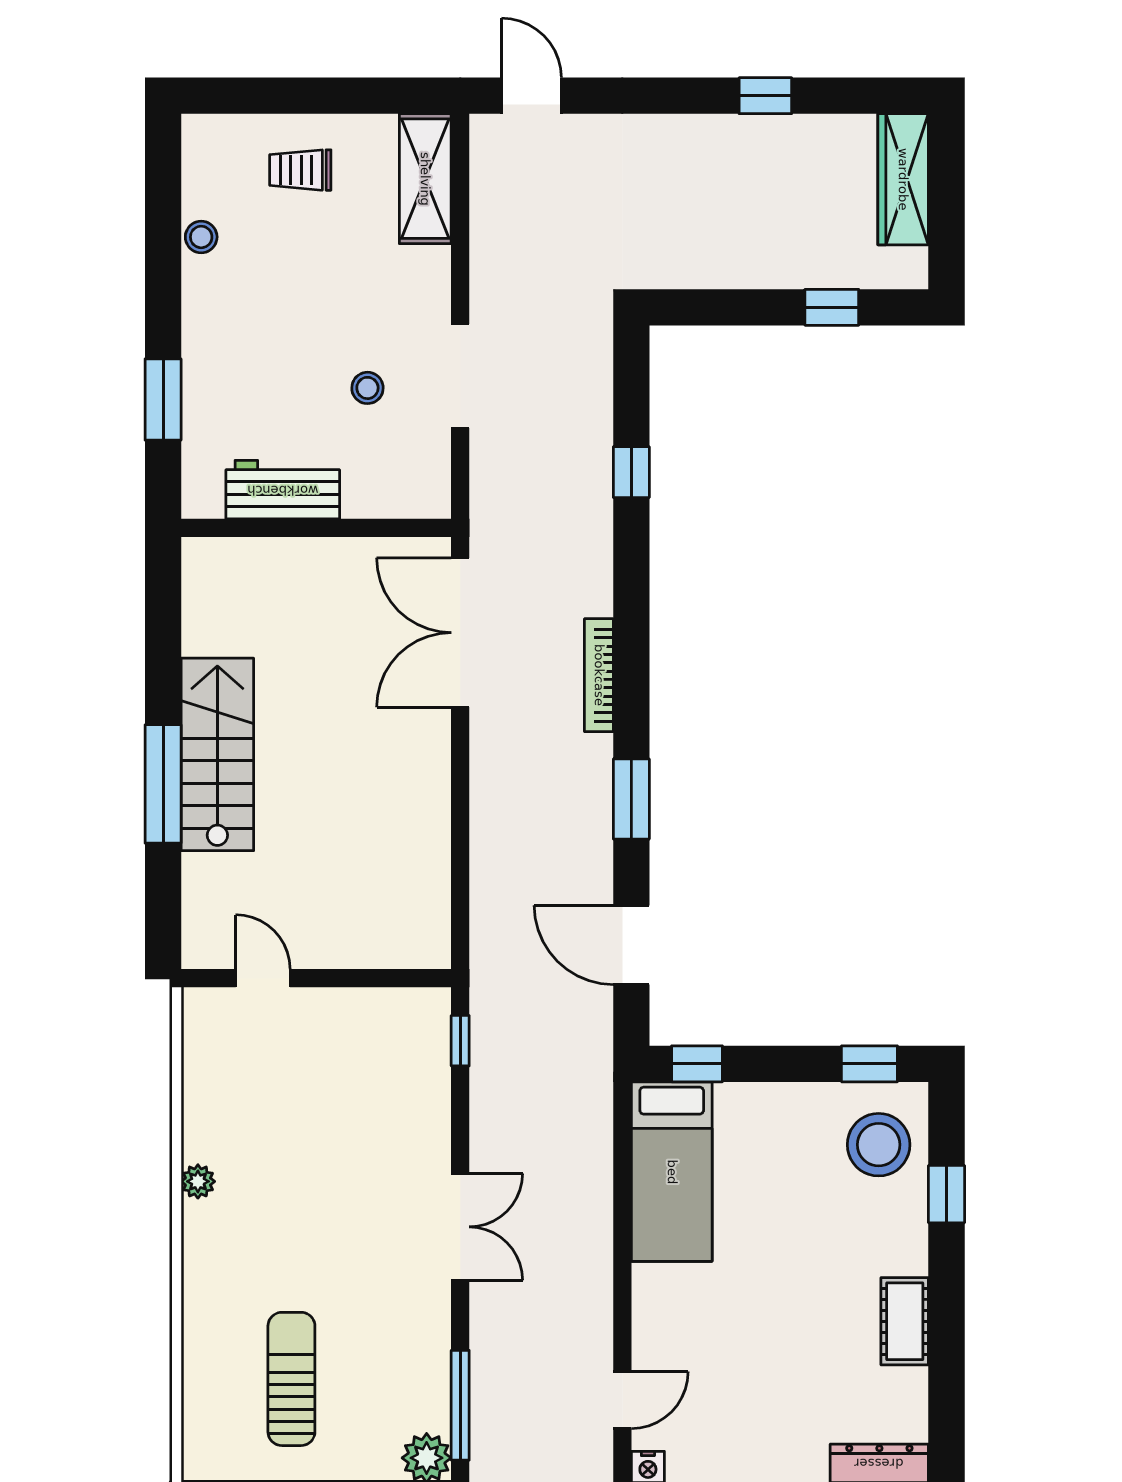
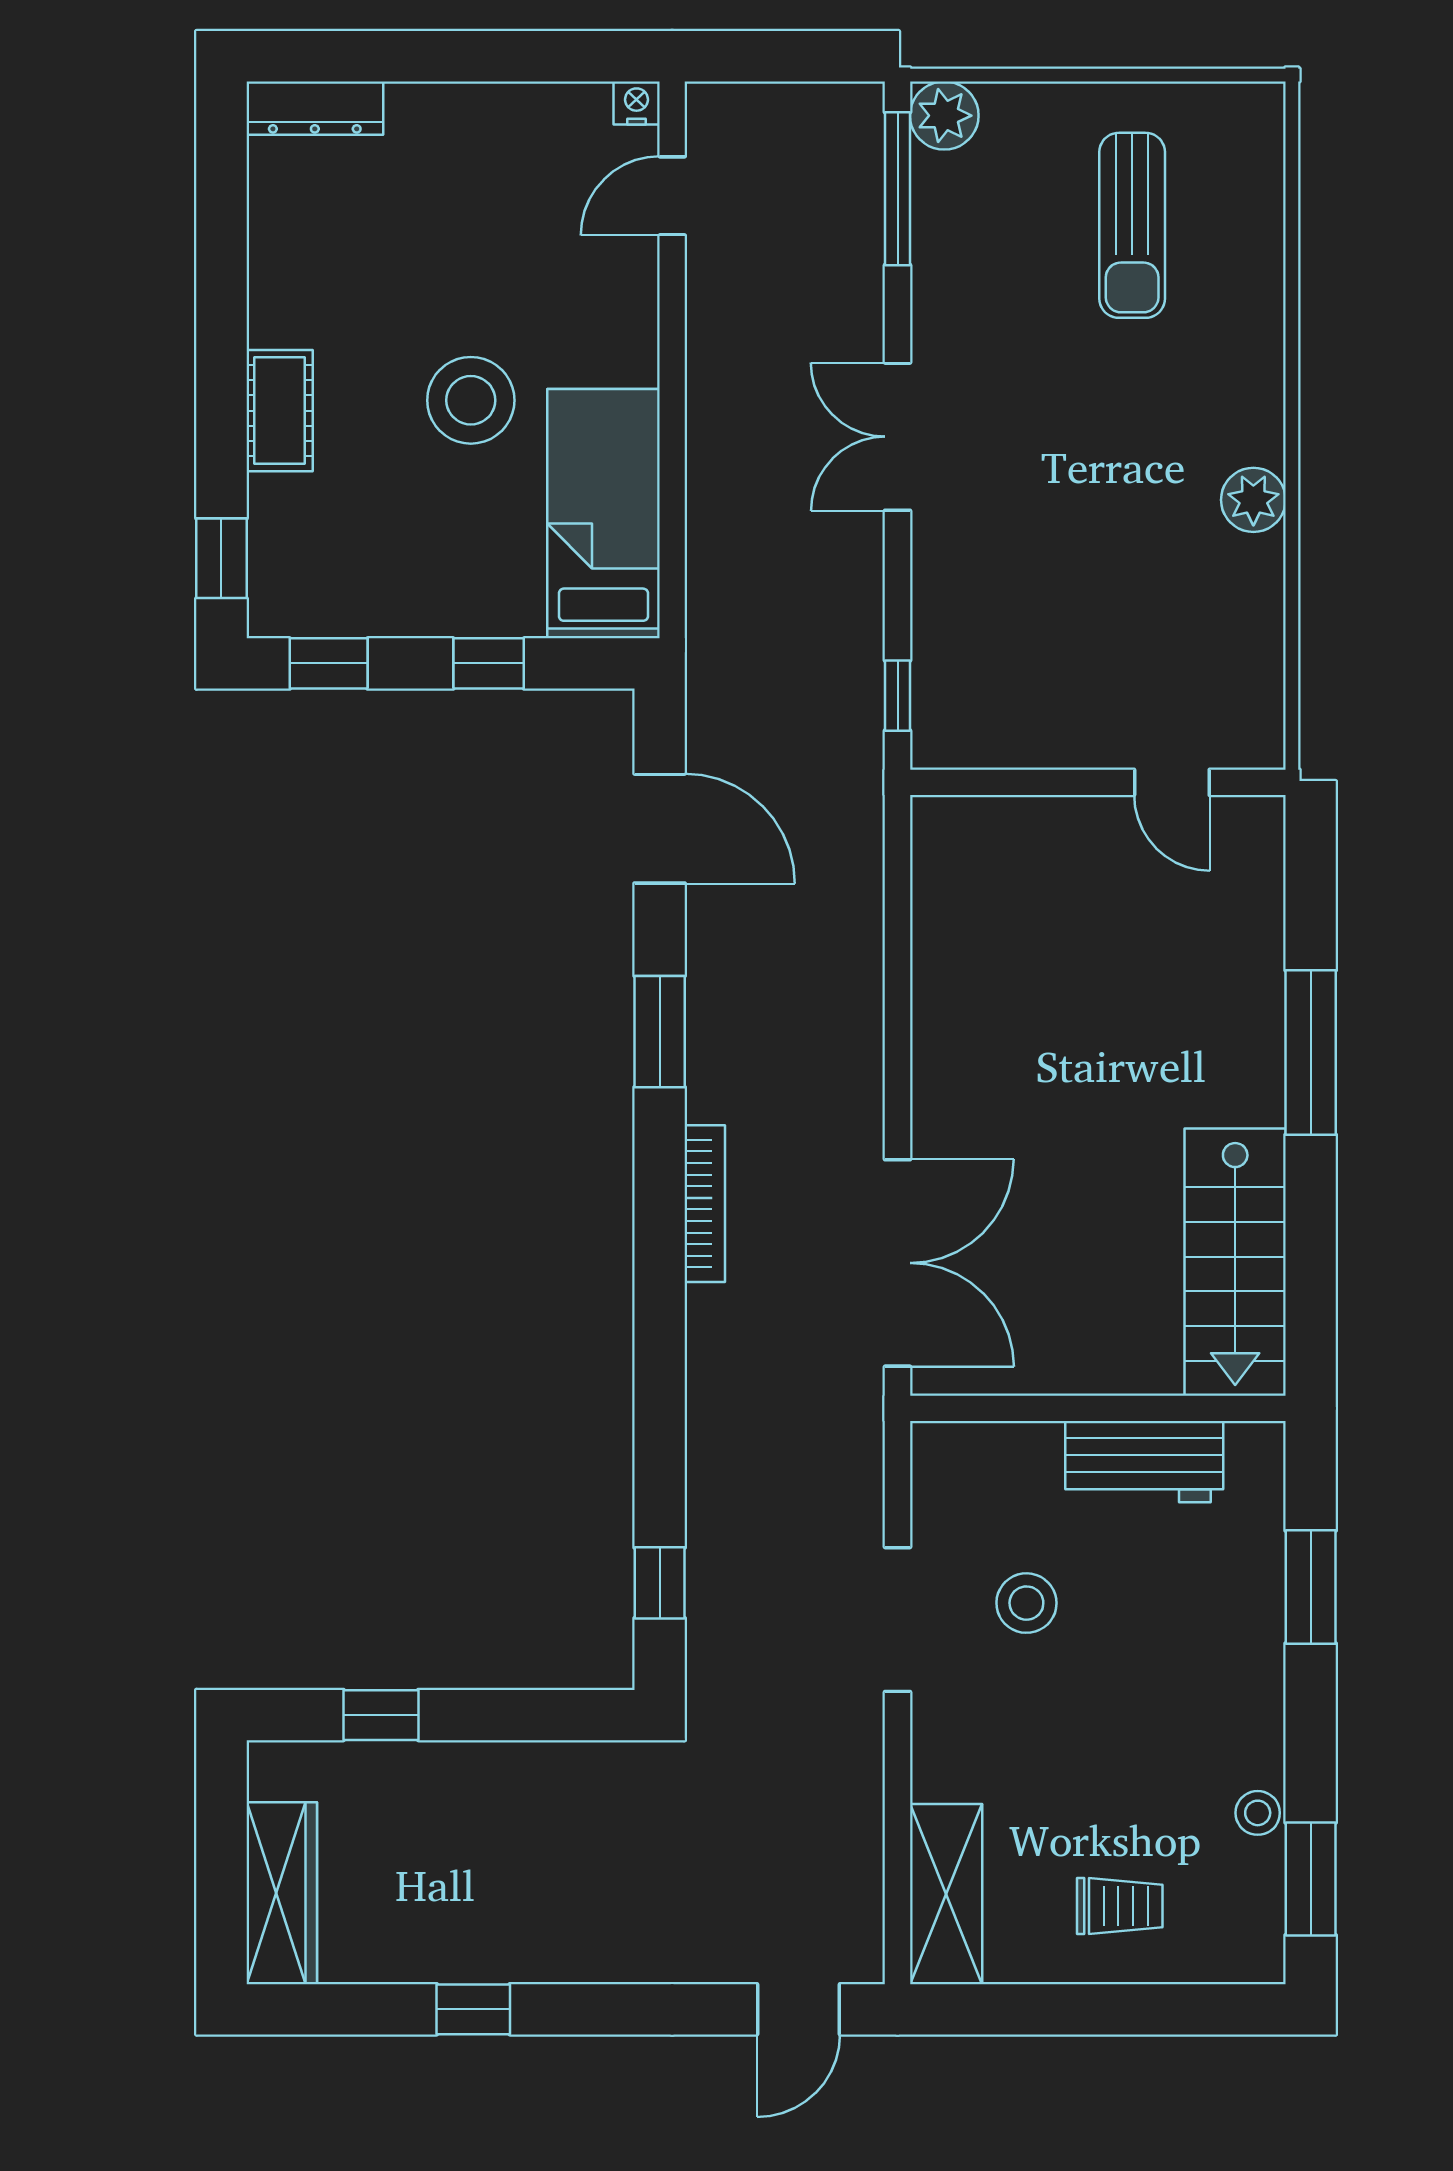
door: (531, 96) -> (798, 2009), hinge flipped
window: (163, 189) -> (1311, 1879), added
stool: (367, 388) -> (1026, 1603), width x1.37, depth x1.37
window: (631, 472) -> (660, 1583), moved
stairs: (217, 754) -> (1235, 1262), moved
window: (697, 1064) -> (489, 663), moved
stool: (879, 1145) -> (471, 400), moved
plant: (198, 1181) -> (1253, 500), width x1.38, depth x1.38
window: (946, 1194) -> (221, 558), moved
cot: (905, 1321) -> (280, 411), moved

